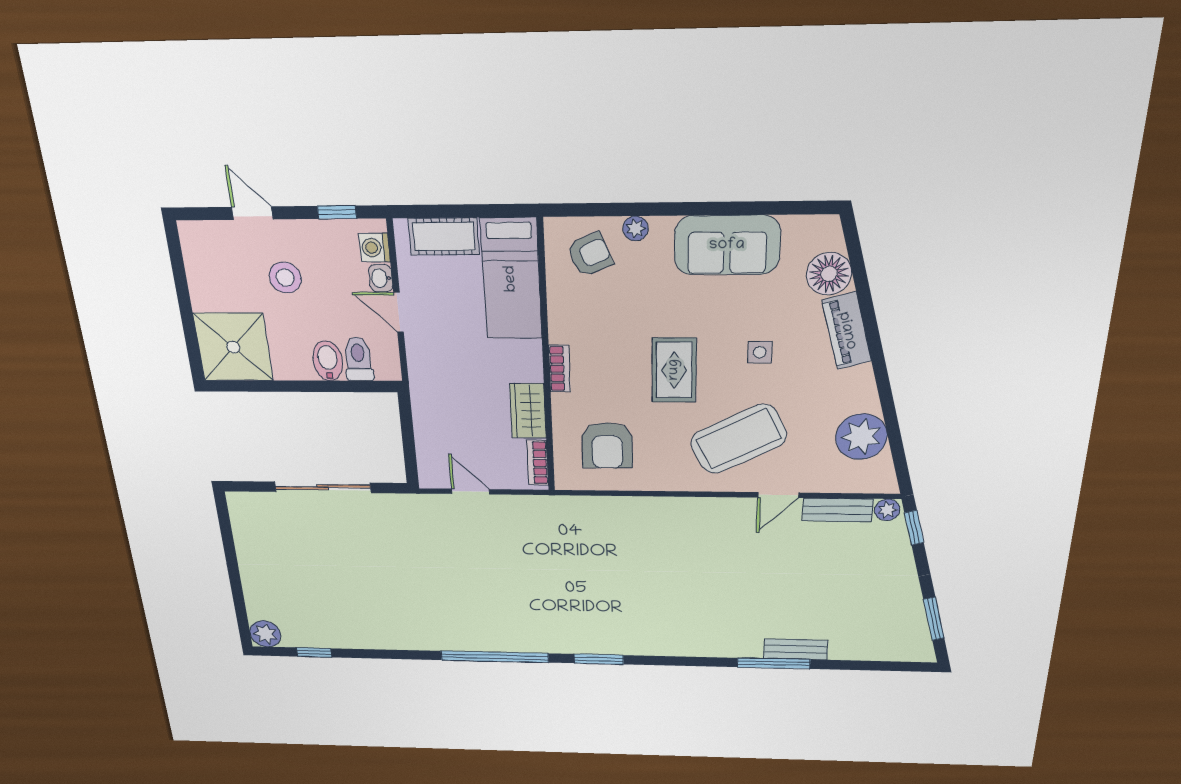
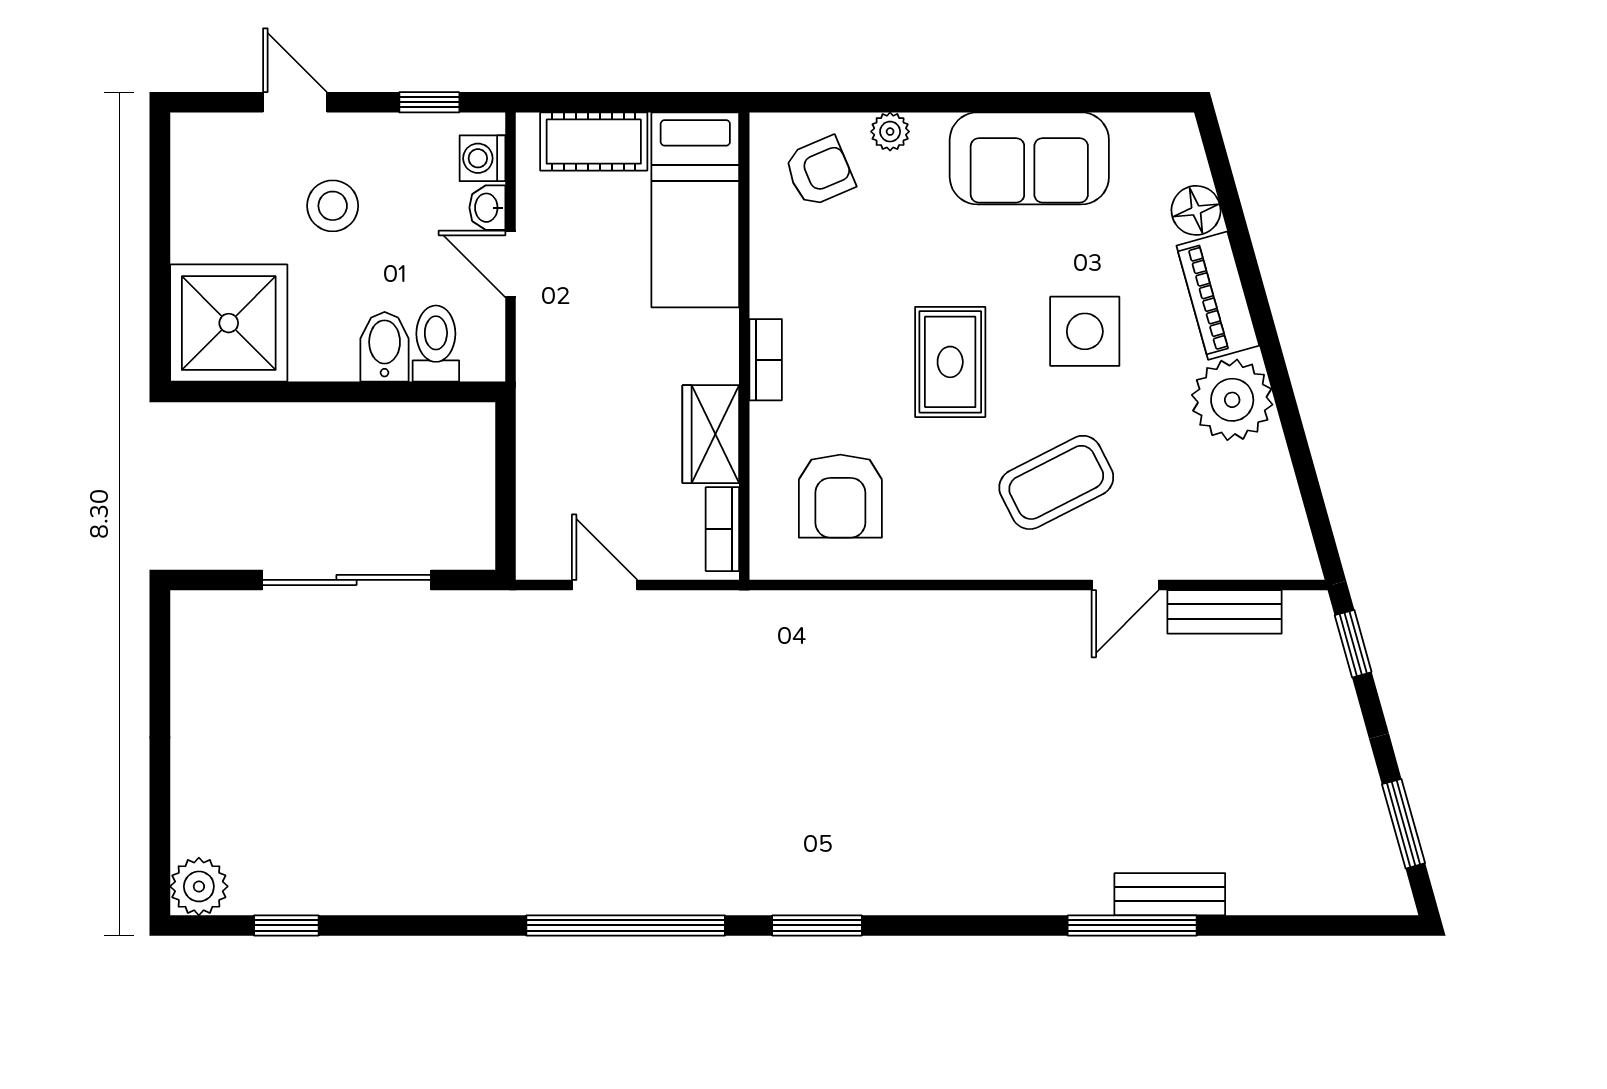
floor lamp: (829, 274) -> (1196, 210), width x0.73, depth x0.73
side table: (760, 352) -> (1085, 331), width x1.87, depth x1.87
plant: (861, 437) -> (1232, 400), moved
coffee table: (739, 439) -> (1056, 482), width x0.73, depth x0.76
plant: (887, 510) -> (1306, 610), removed

